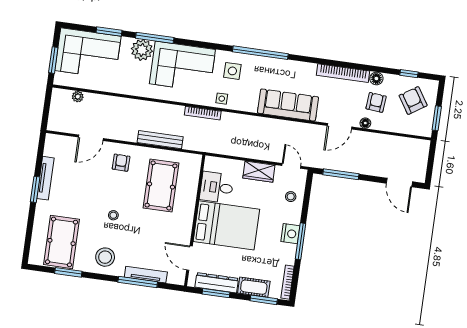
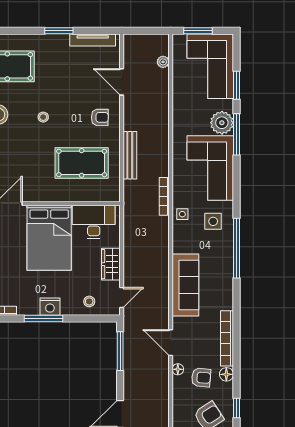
tv unit: (45, 178) -> (93, 40), moved
desk: (217, 187) -> (94, 222), width x1.37

